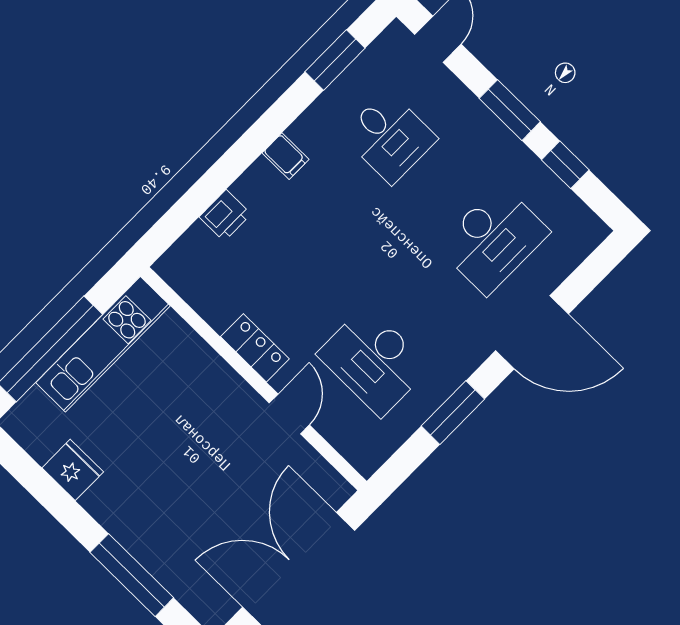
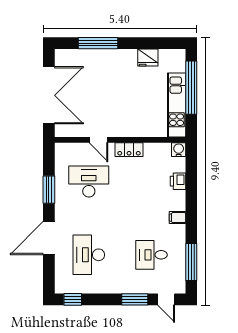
window: (335, 60) -> (191, 262), width x1.44
window: (510, 110) -> (135, 299), moved
window: (565, 165) -> (73, 299), moved
water cooler: (173, 267) -> (179, 150), added

